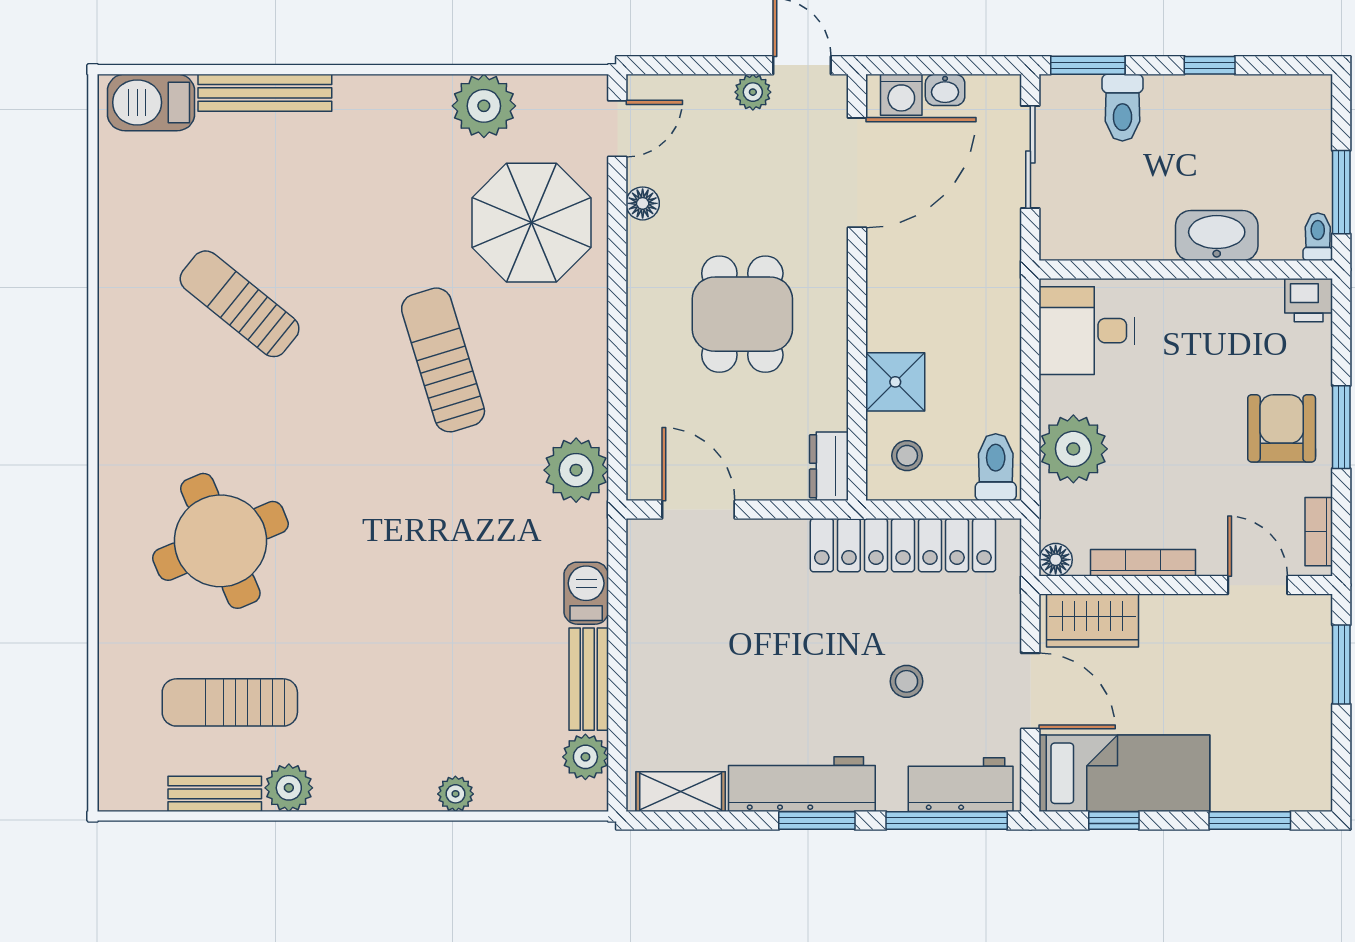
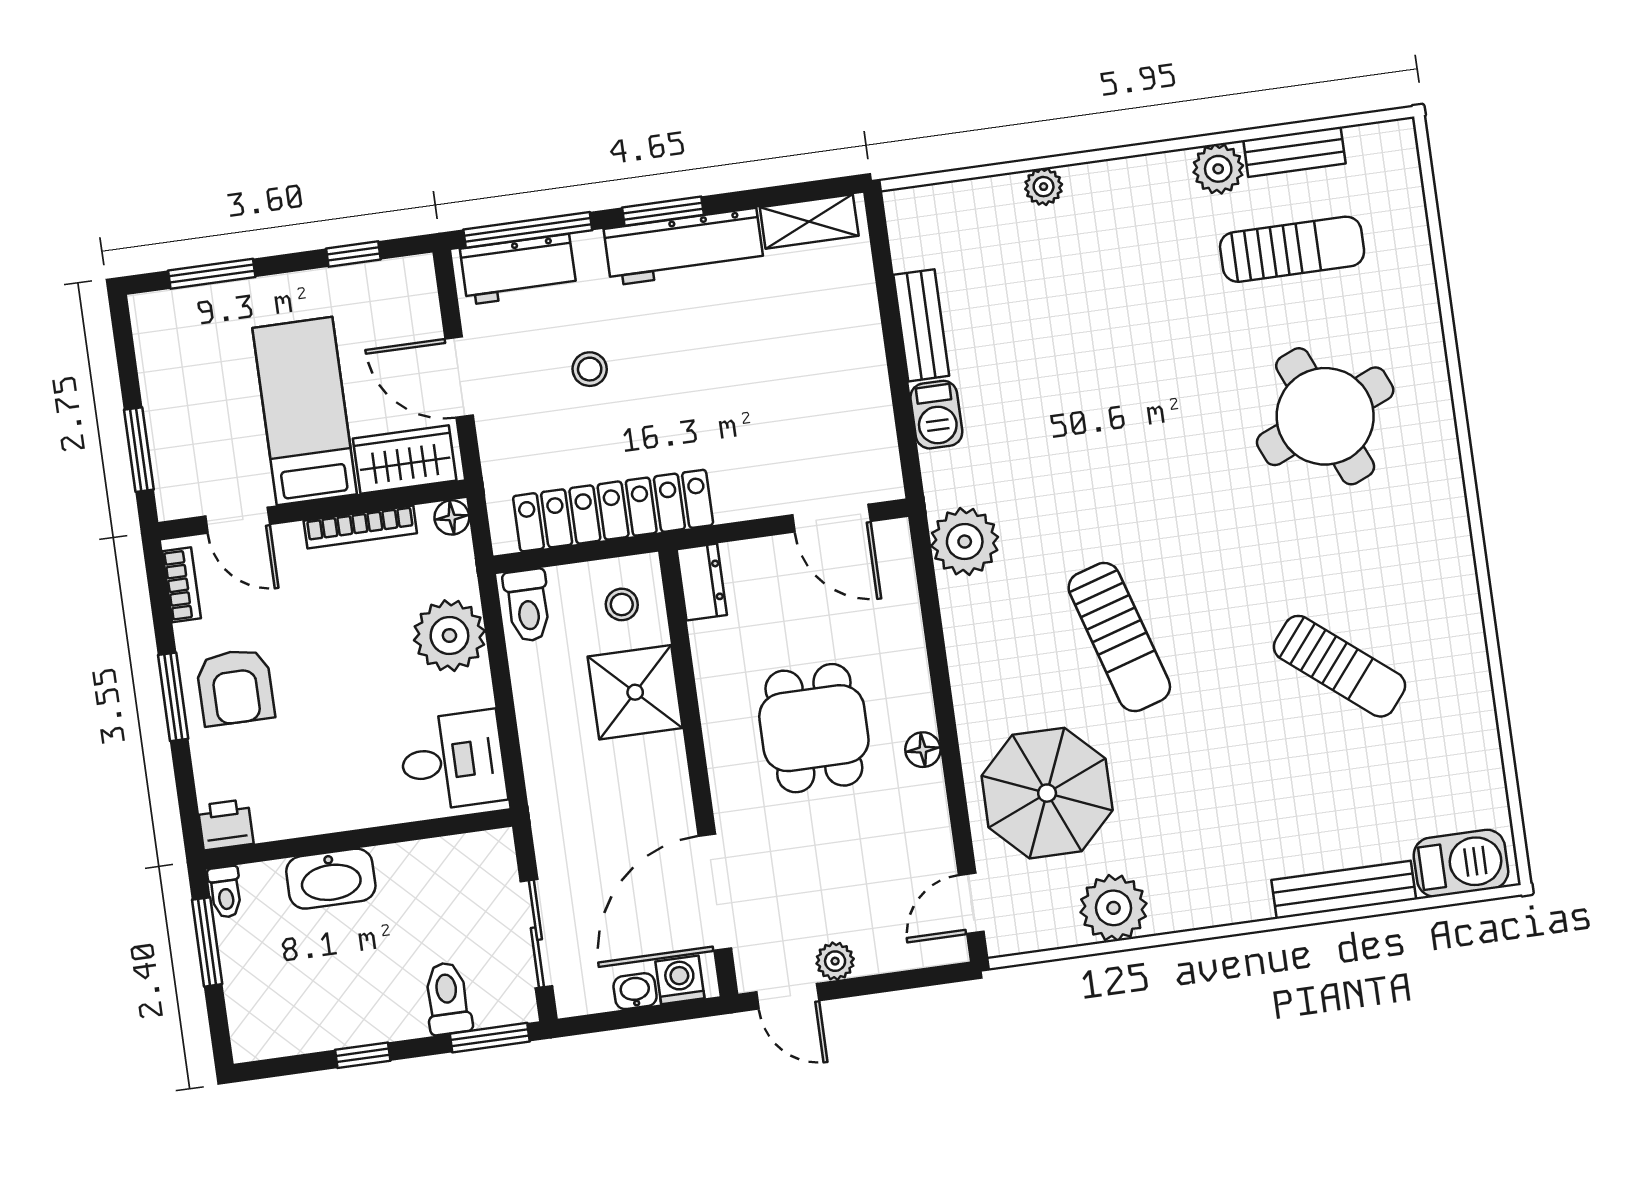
floor lamp: (643, 203) -> (923, 750), moved
shower: (895, 382) -> (635, 692), width x1.36, depth x1.36
plant: (585, 757) -> (913, 244), removed
bed: (1124, 773) -> (305, 411), moved, turned 90

